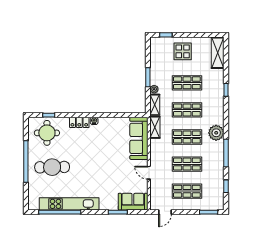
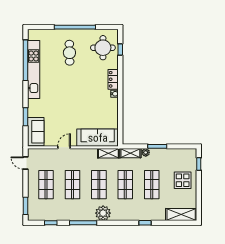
cafe table: (52, 167) -> (69, 53), width x0.73, depth x0.74

